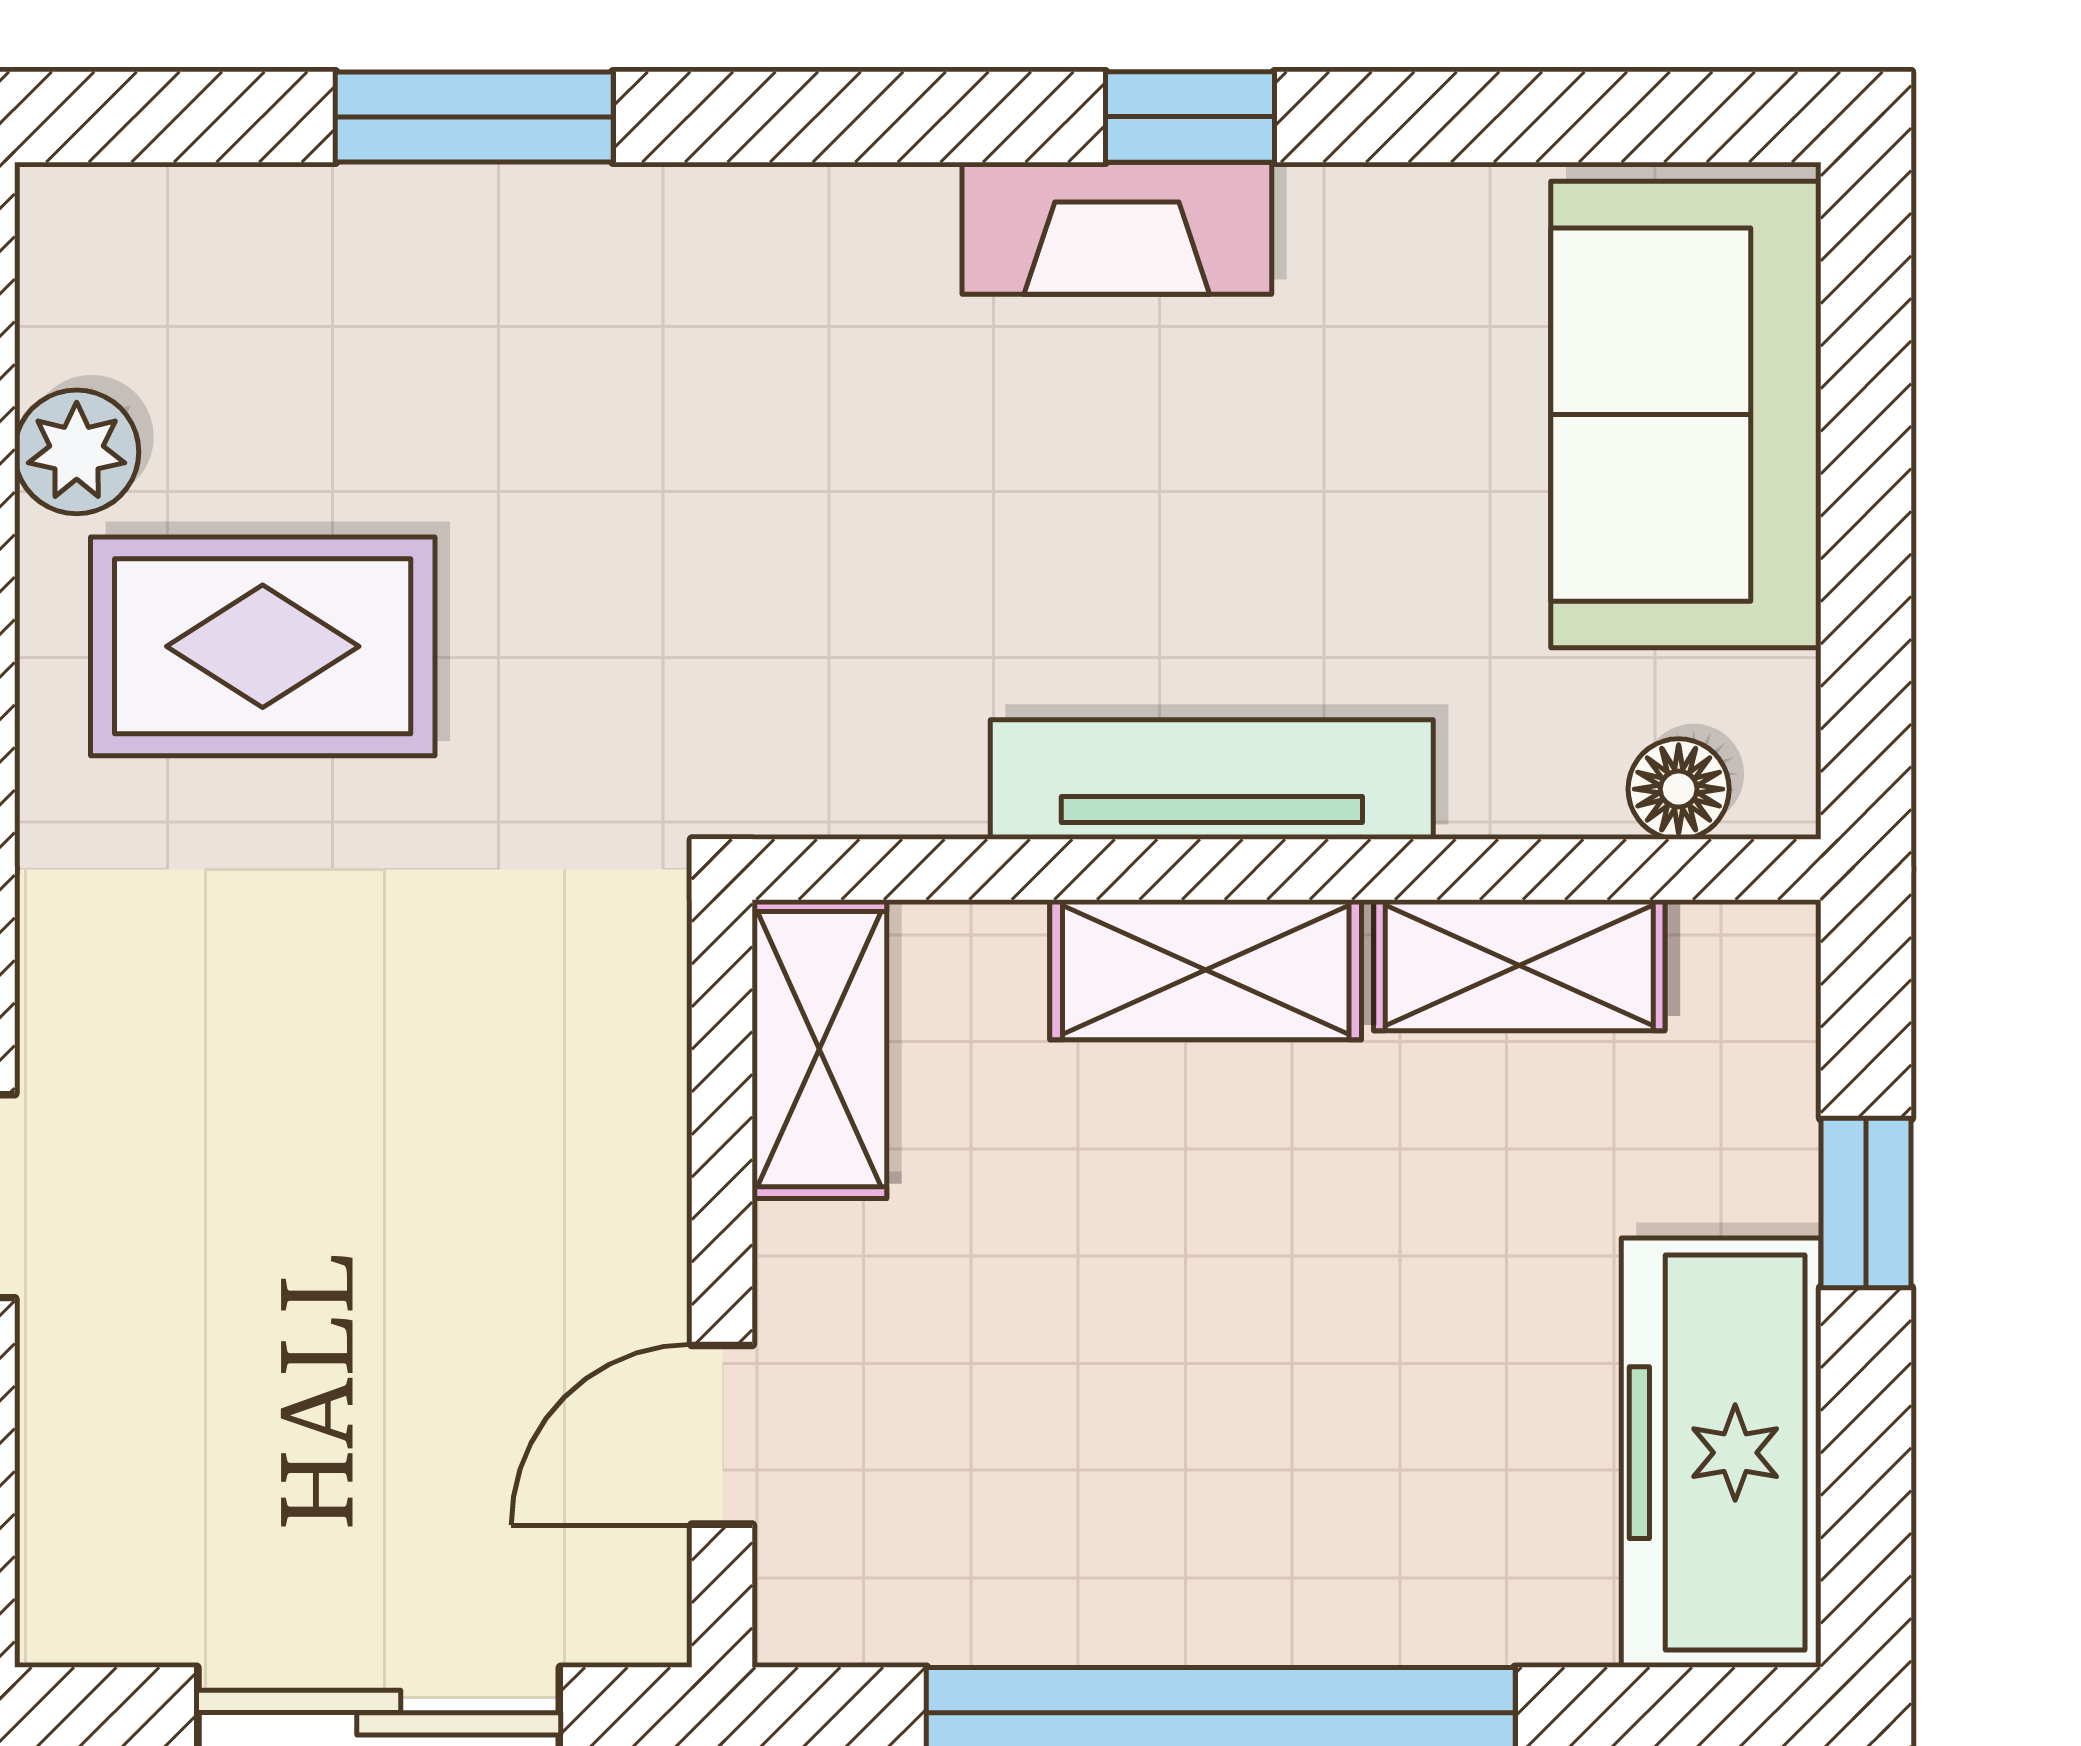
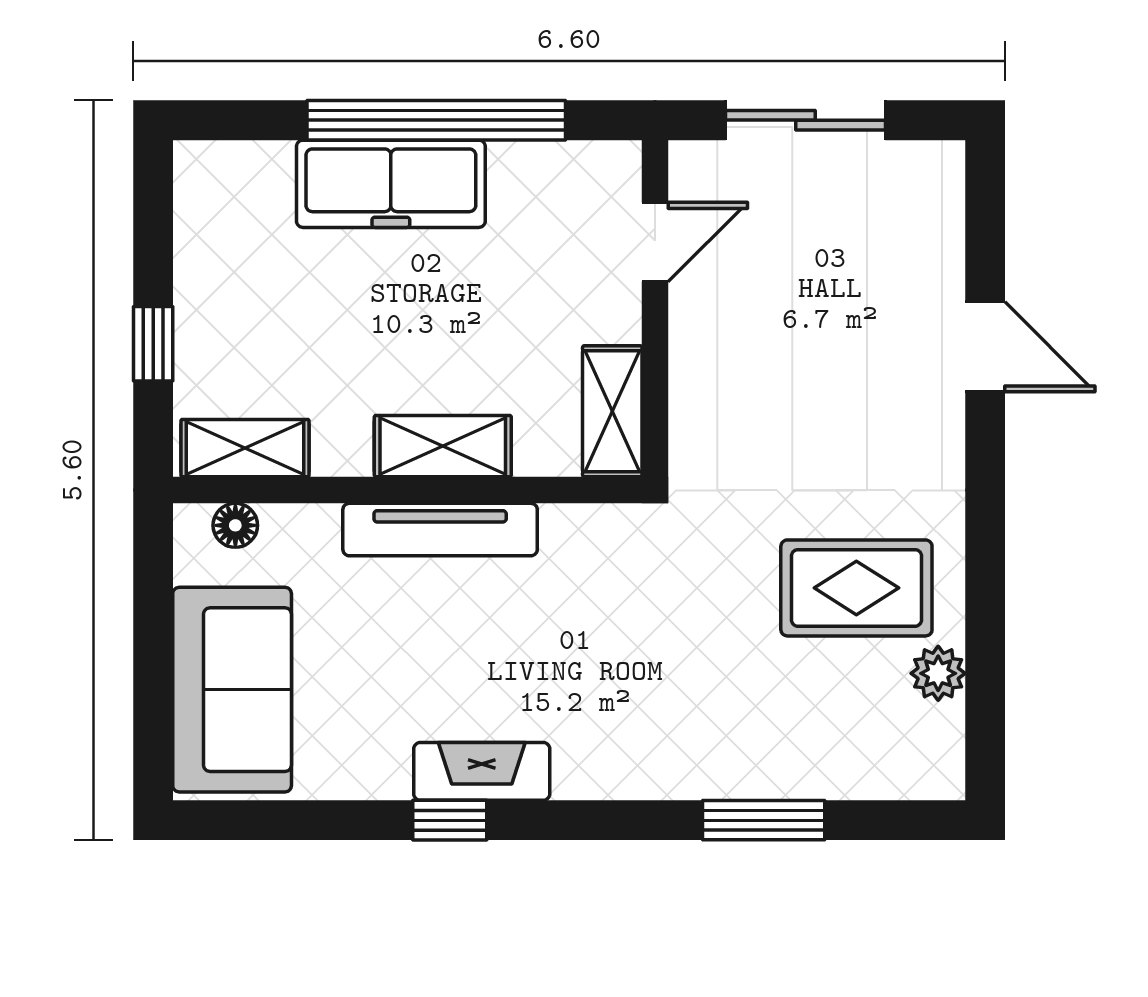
shelving: (1519, 965) -> (245, 448), moved
freezer: (1721, 1453) -> (391, 184), moved, turned 90

